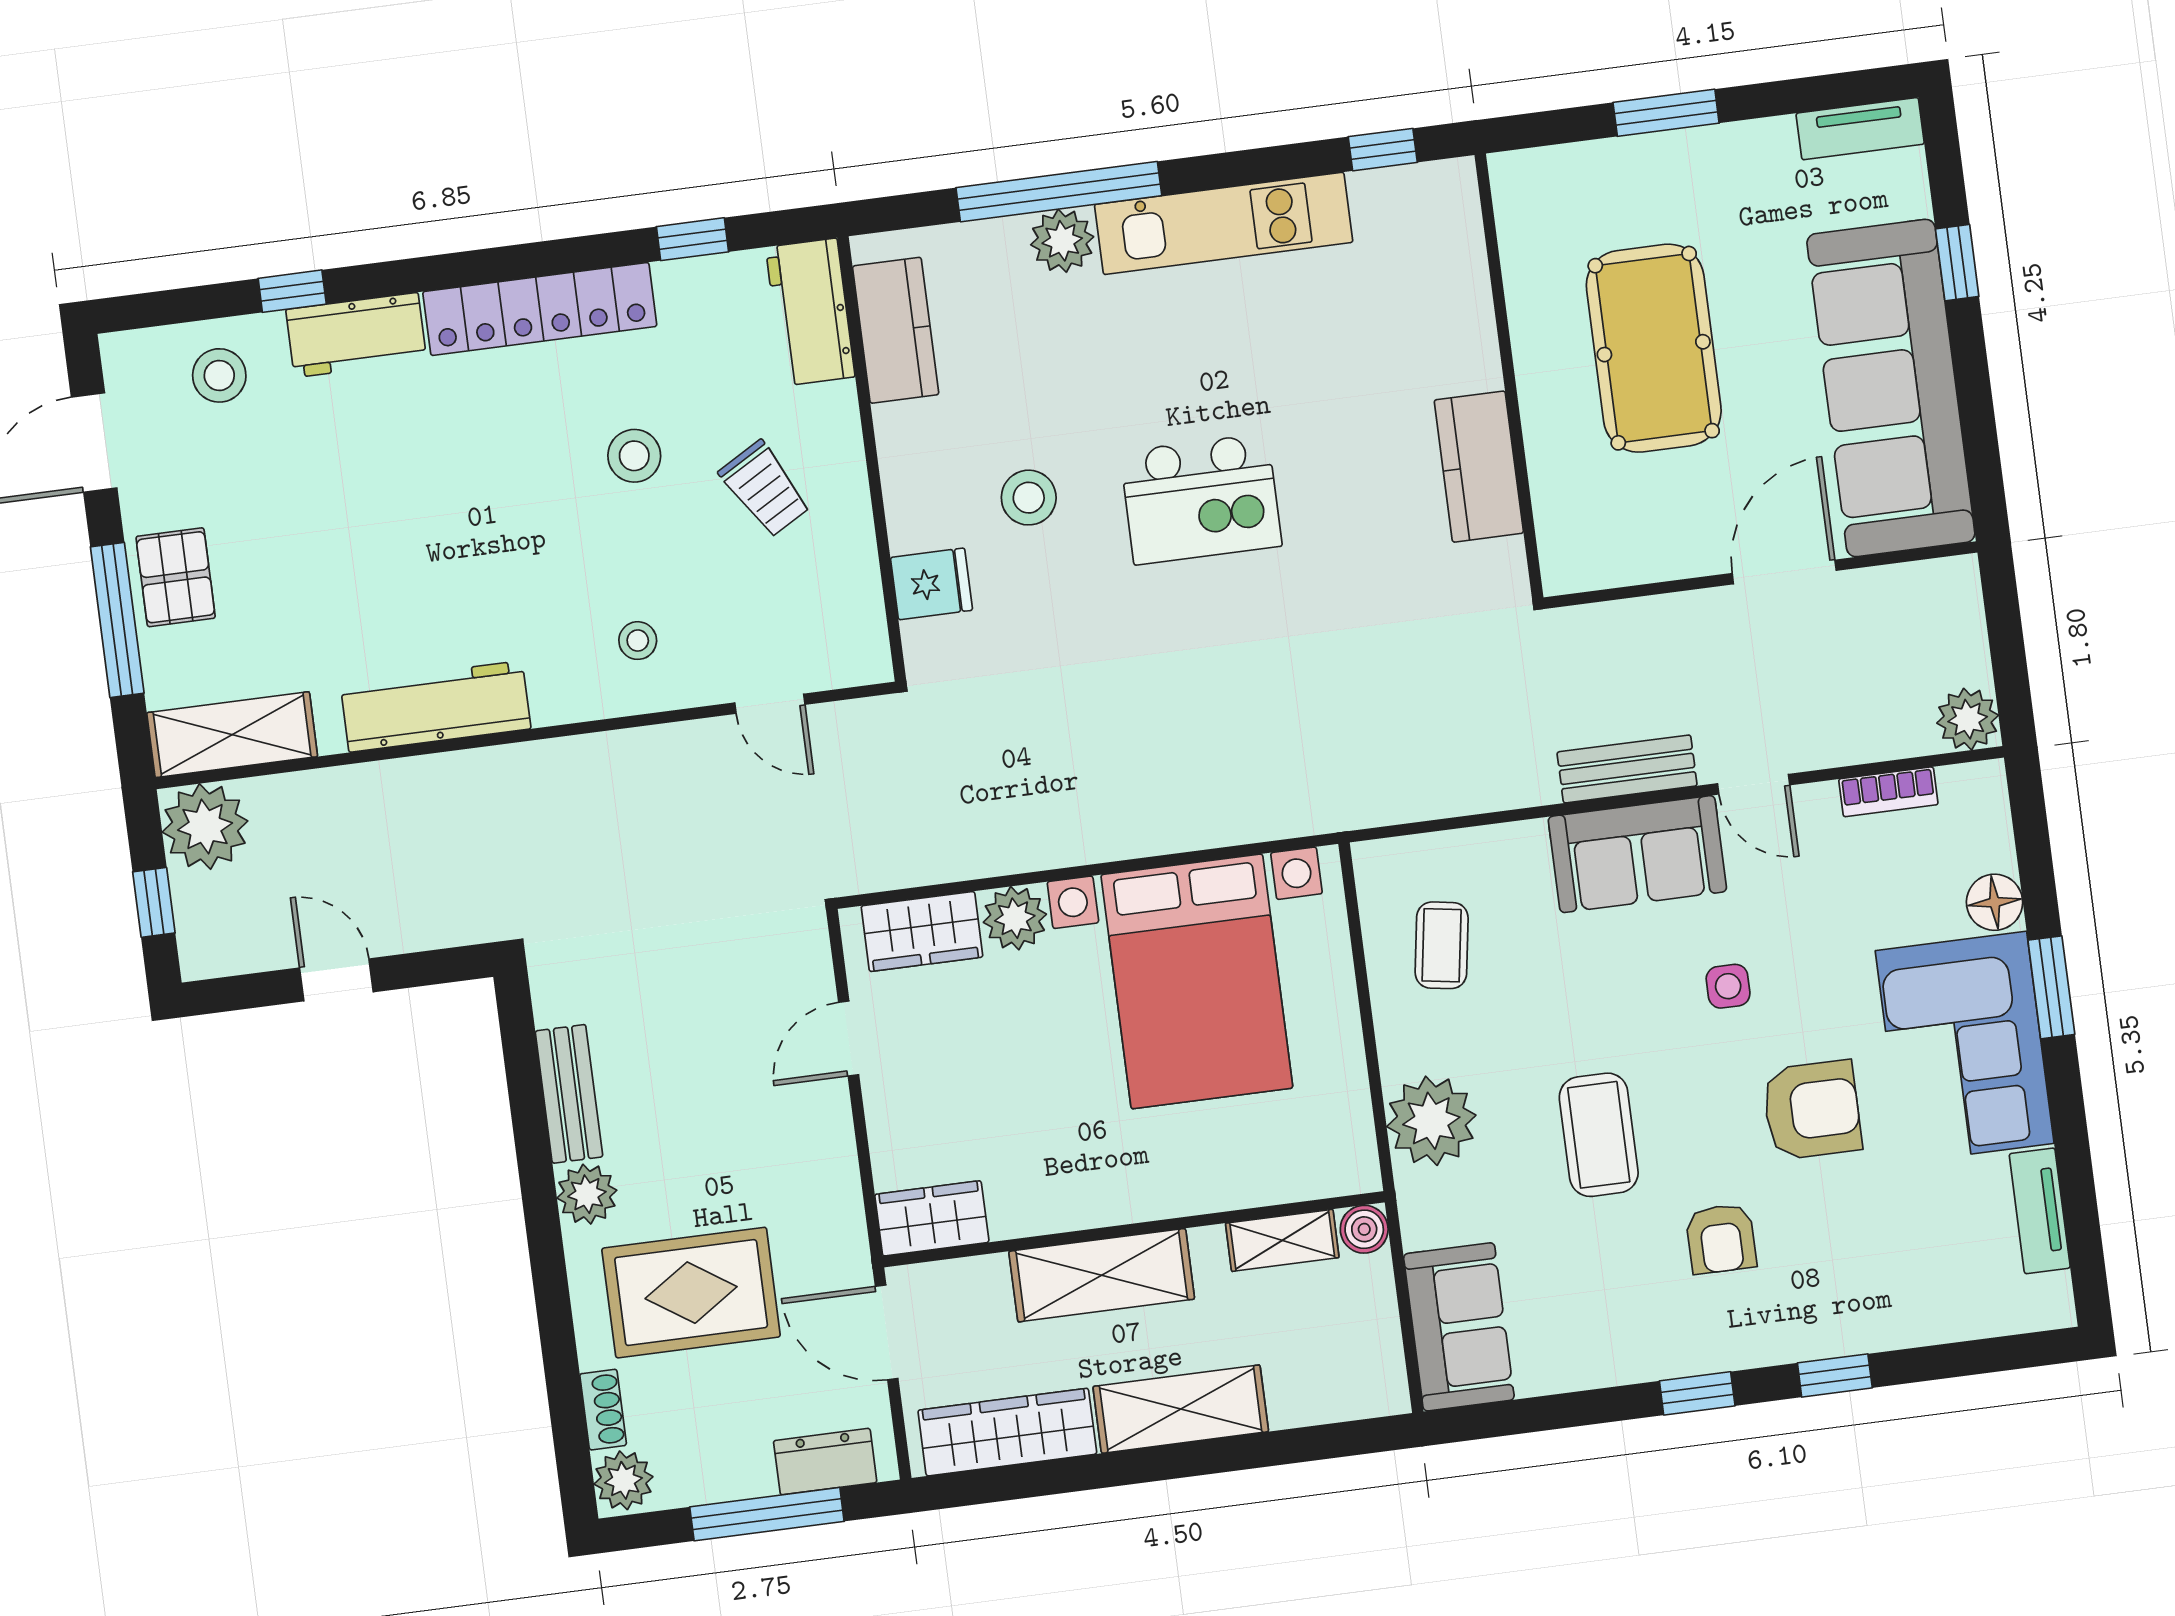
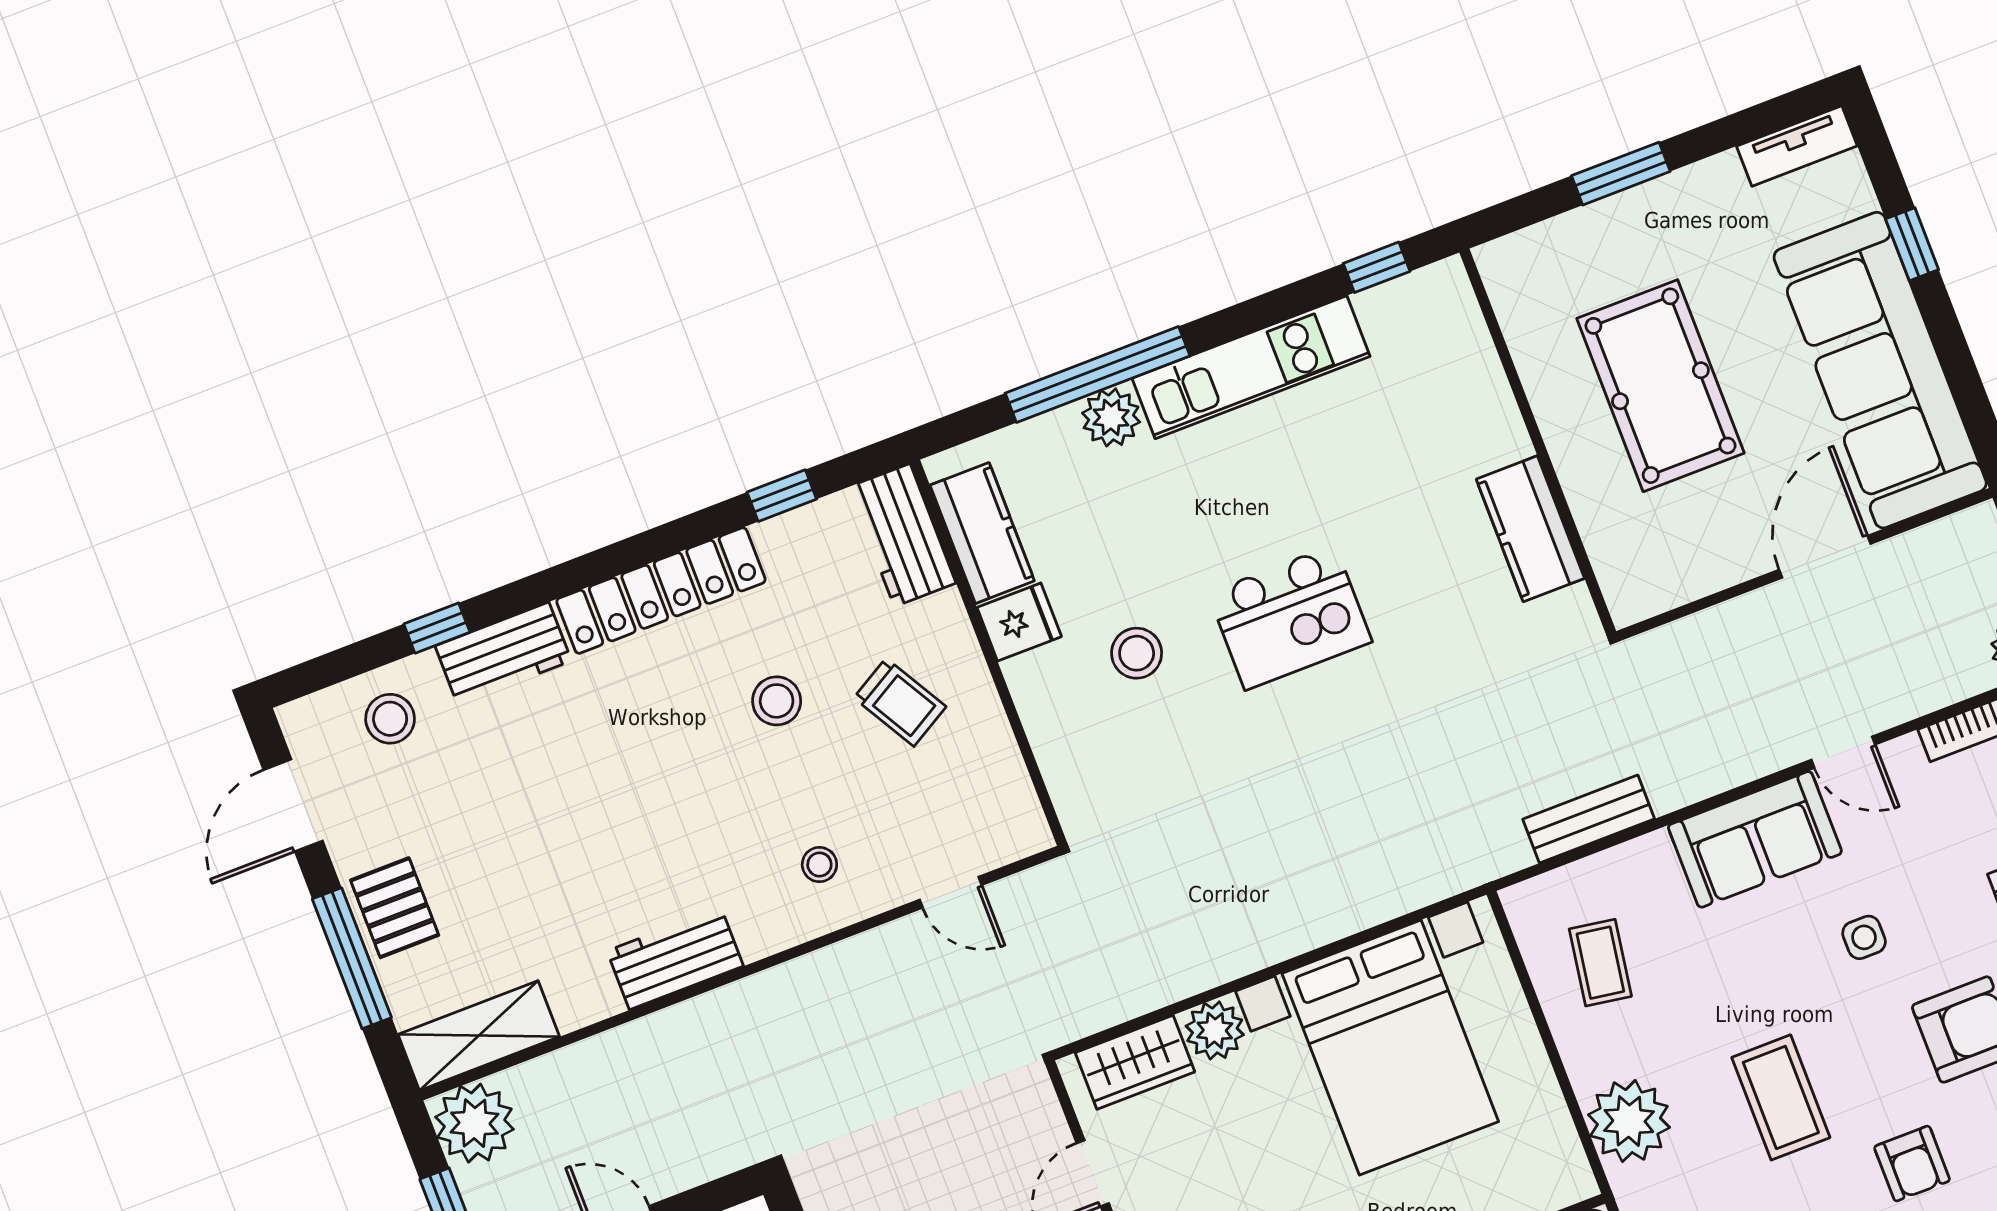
fridge: (931, 584) -> (1019, 622), moved
workbench: (436, 706) -> (675, 959), width x0.73
bench: (1627, 769) -> (1589, 819), moved

